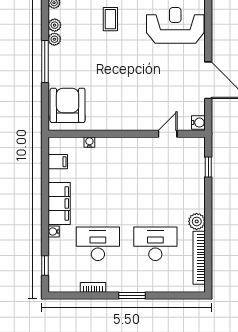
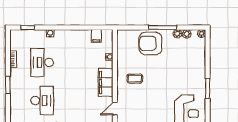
coffee table: (110, 19) -> (135, 78), moved
armchair: (68, 105) -> (150, 43), moved, turned 180
door: (168, 134) -> (115, 109), swing flipped
filing cabinet: (59, 204) -> (106, 82), moved, turned 90
desk: (98, 244) -> (42, 63), turned 180

